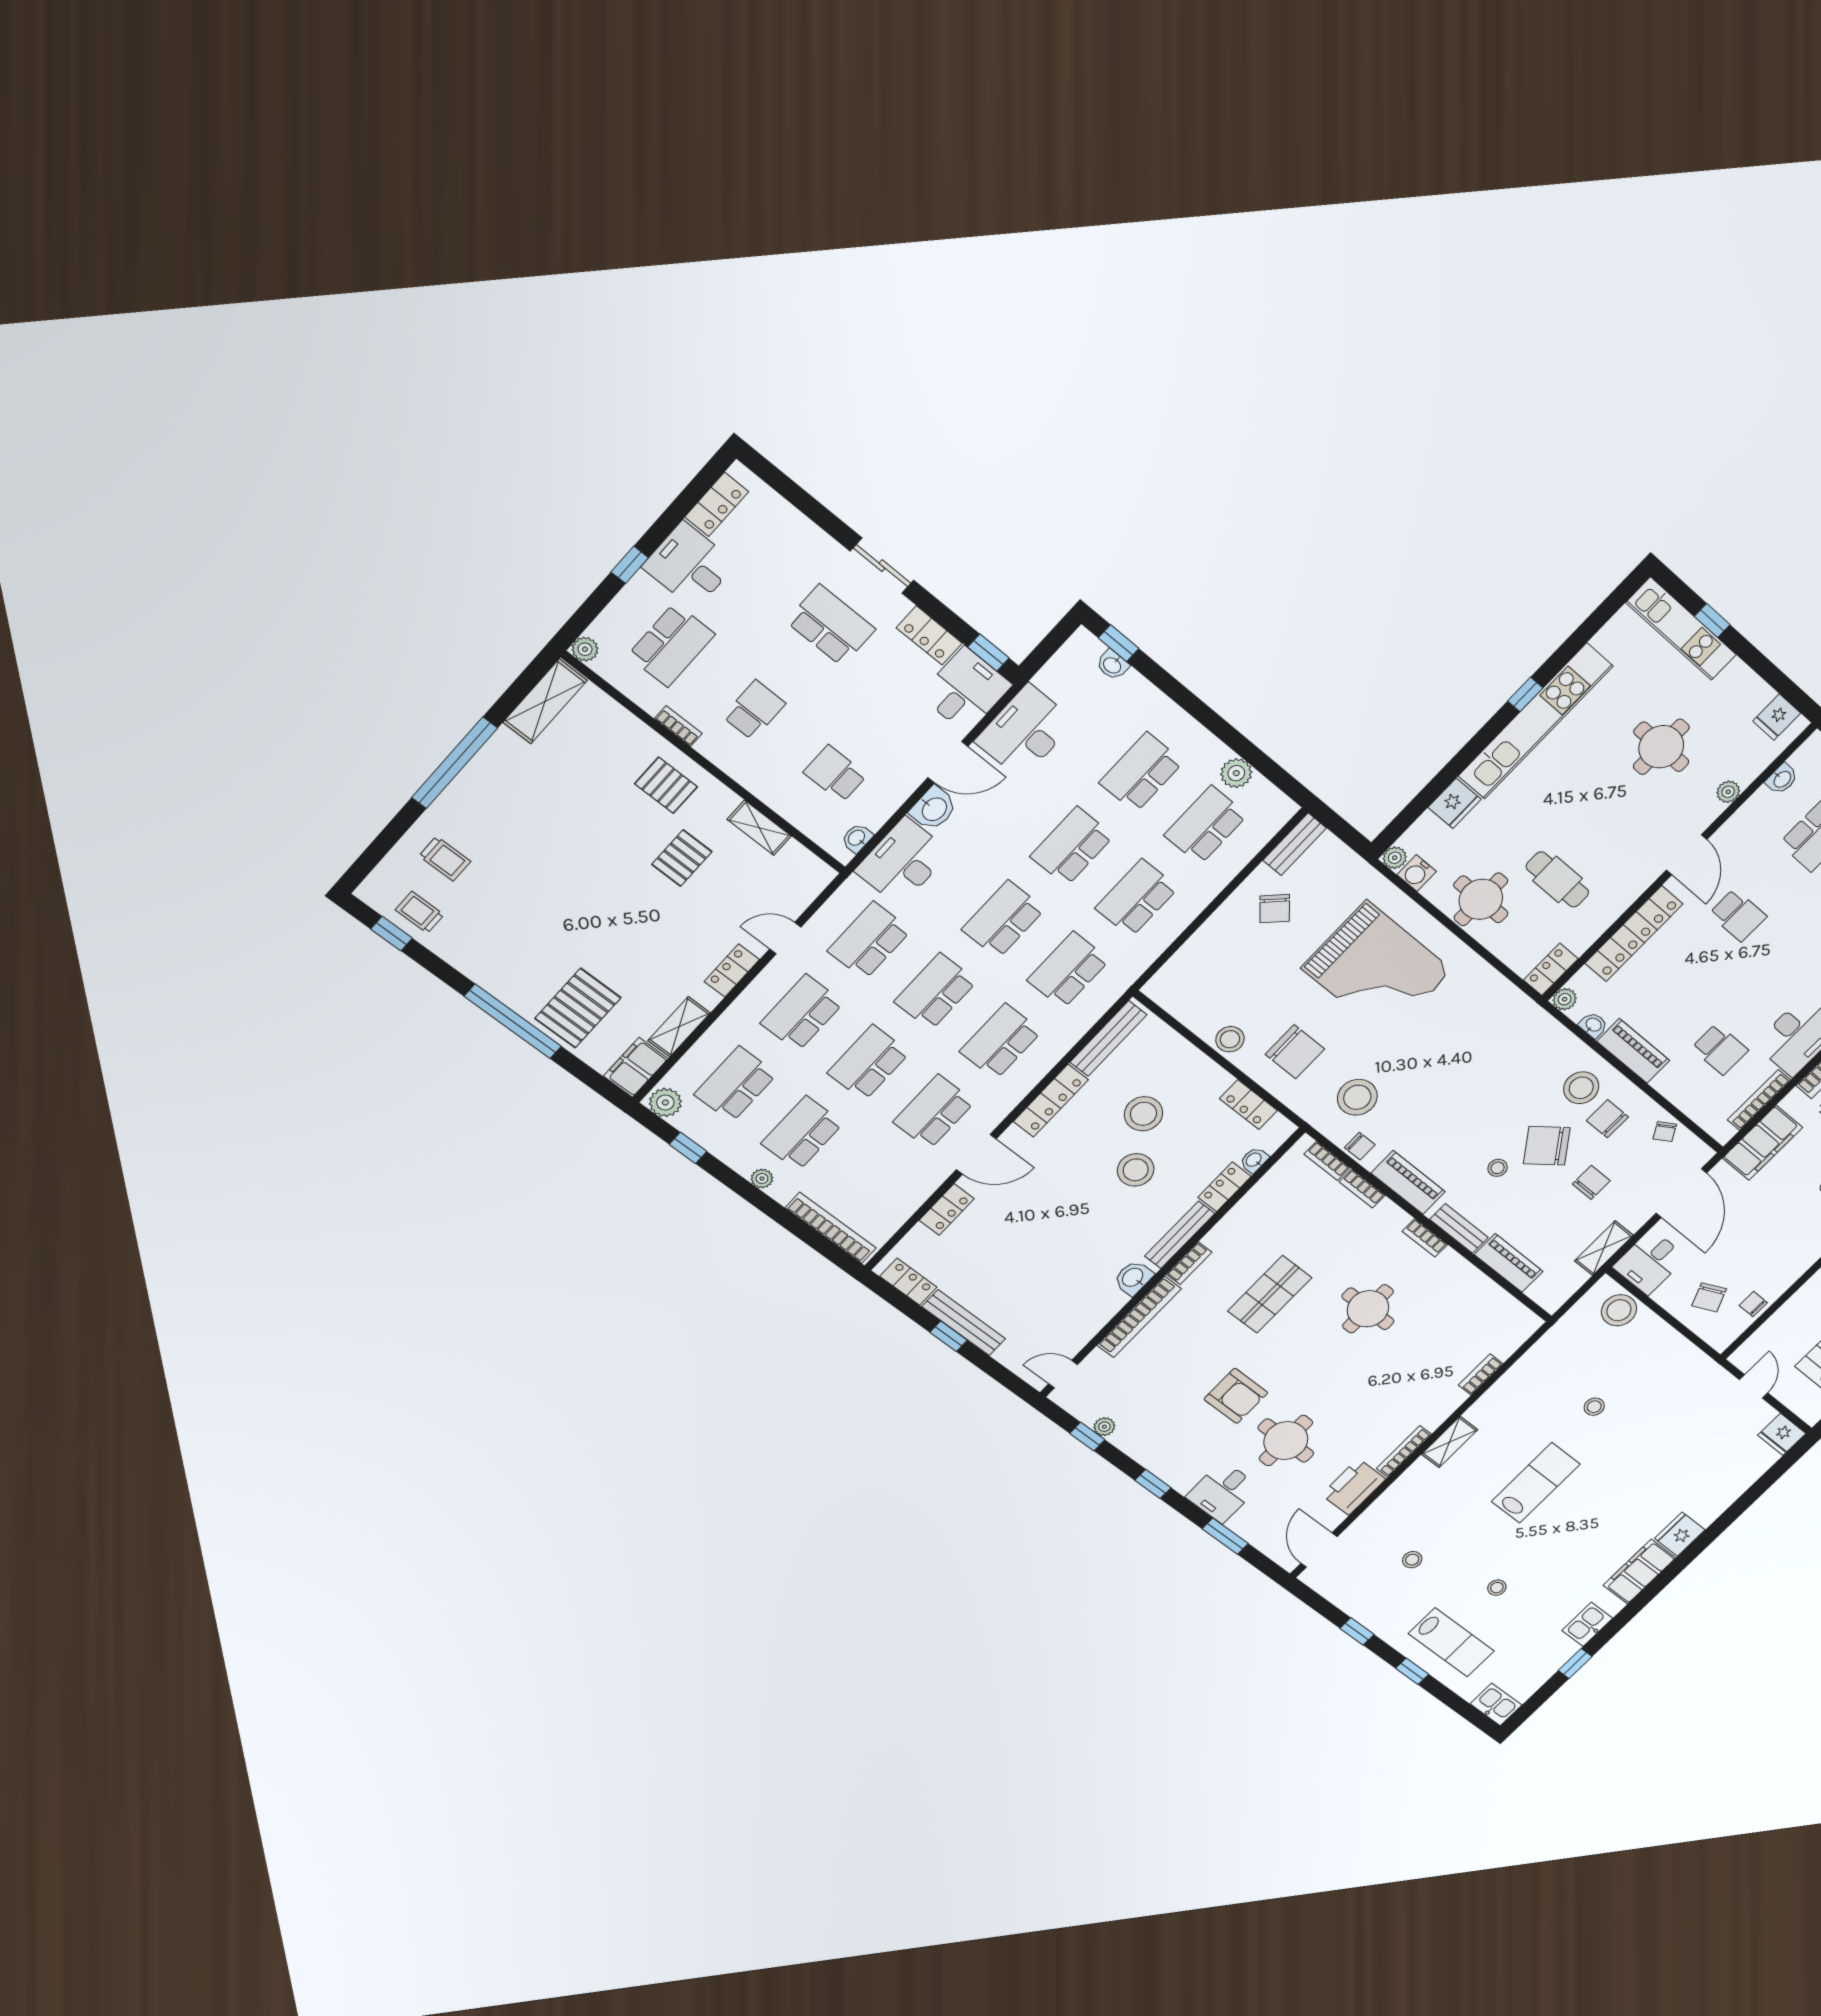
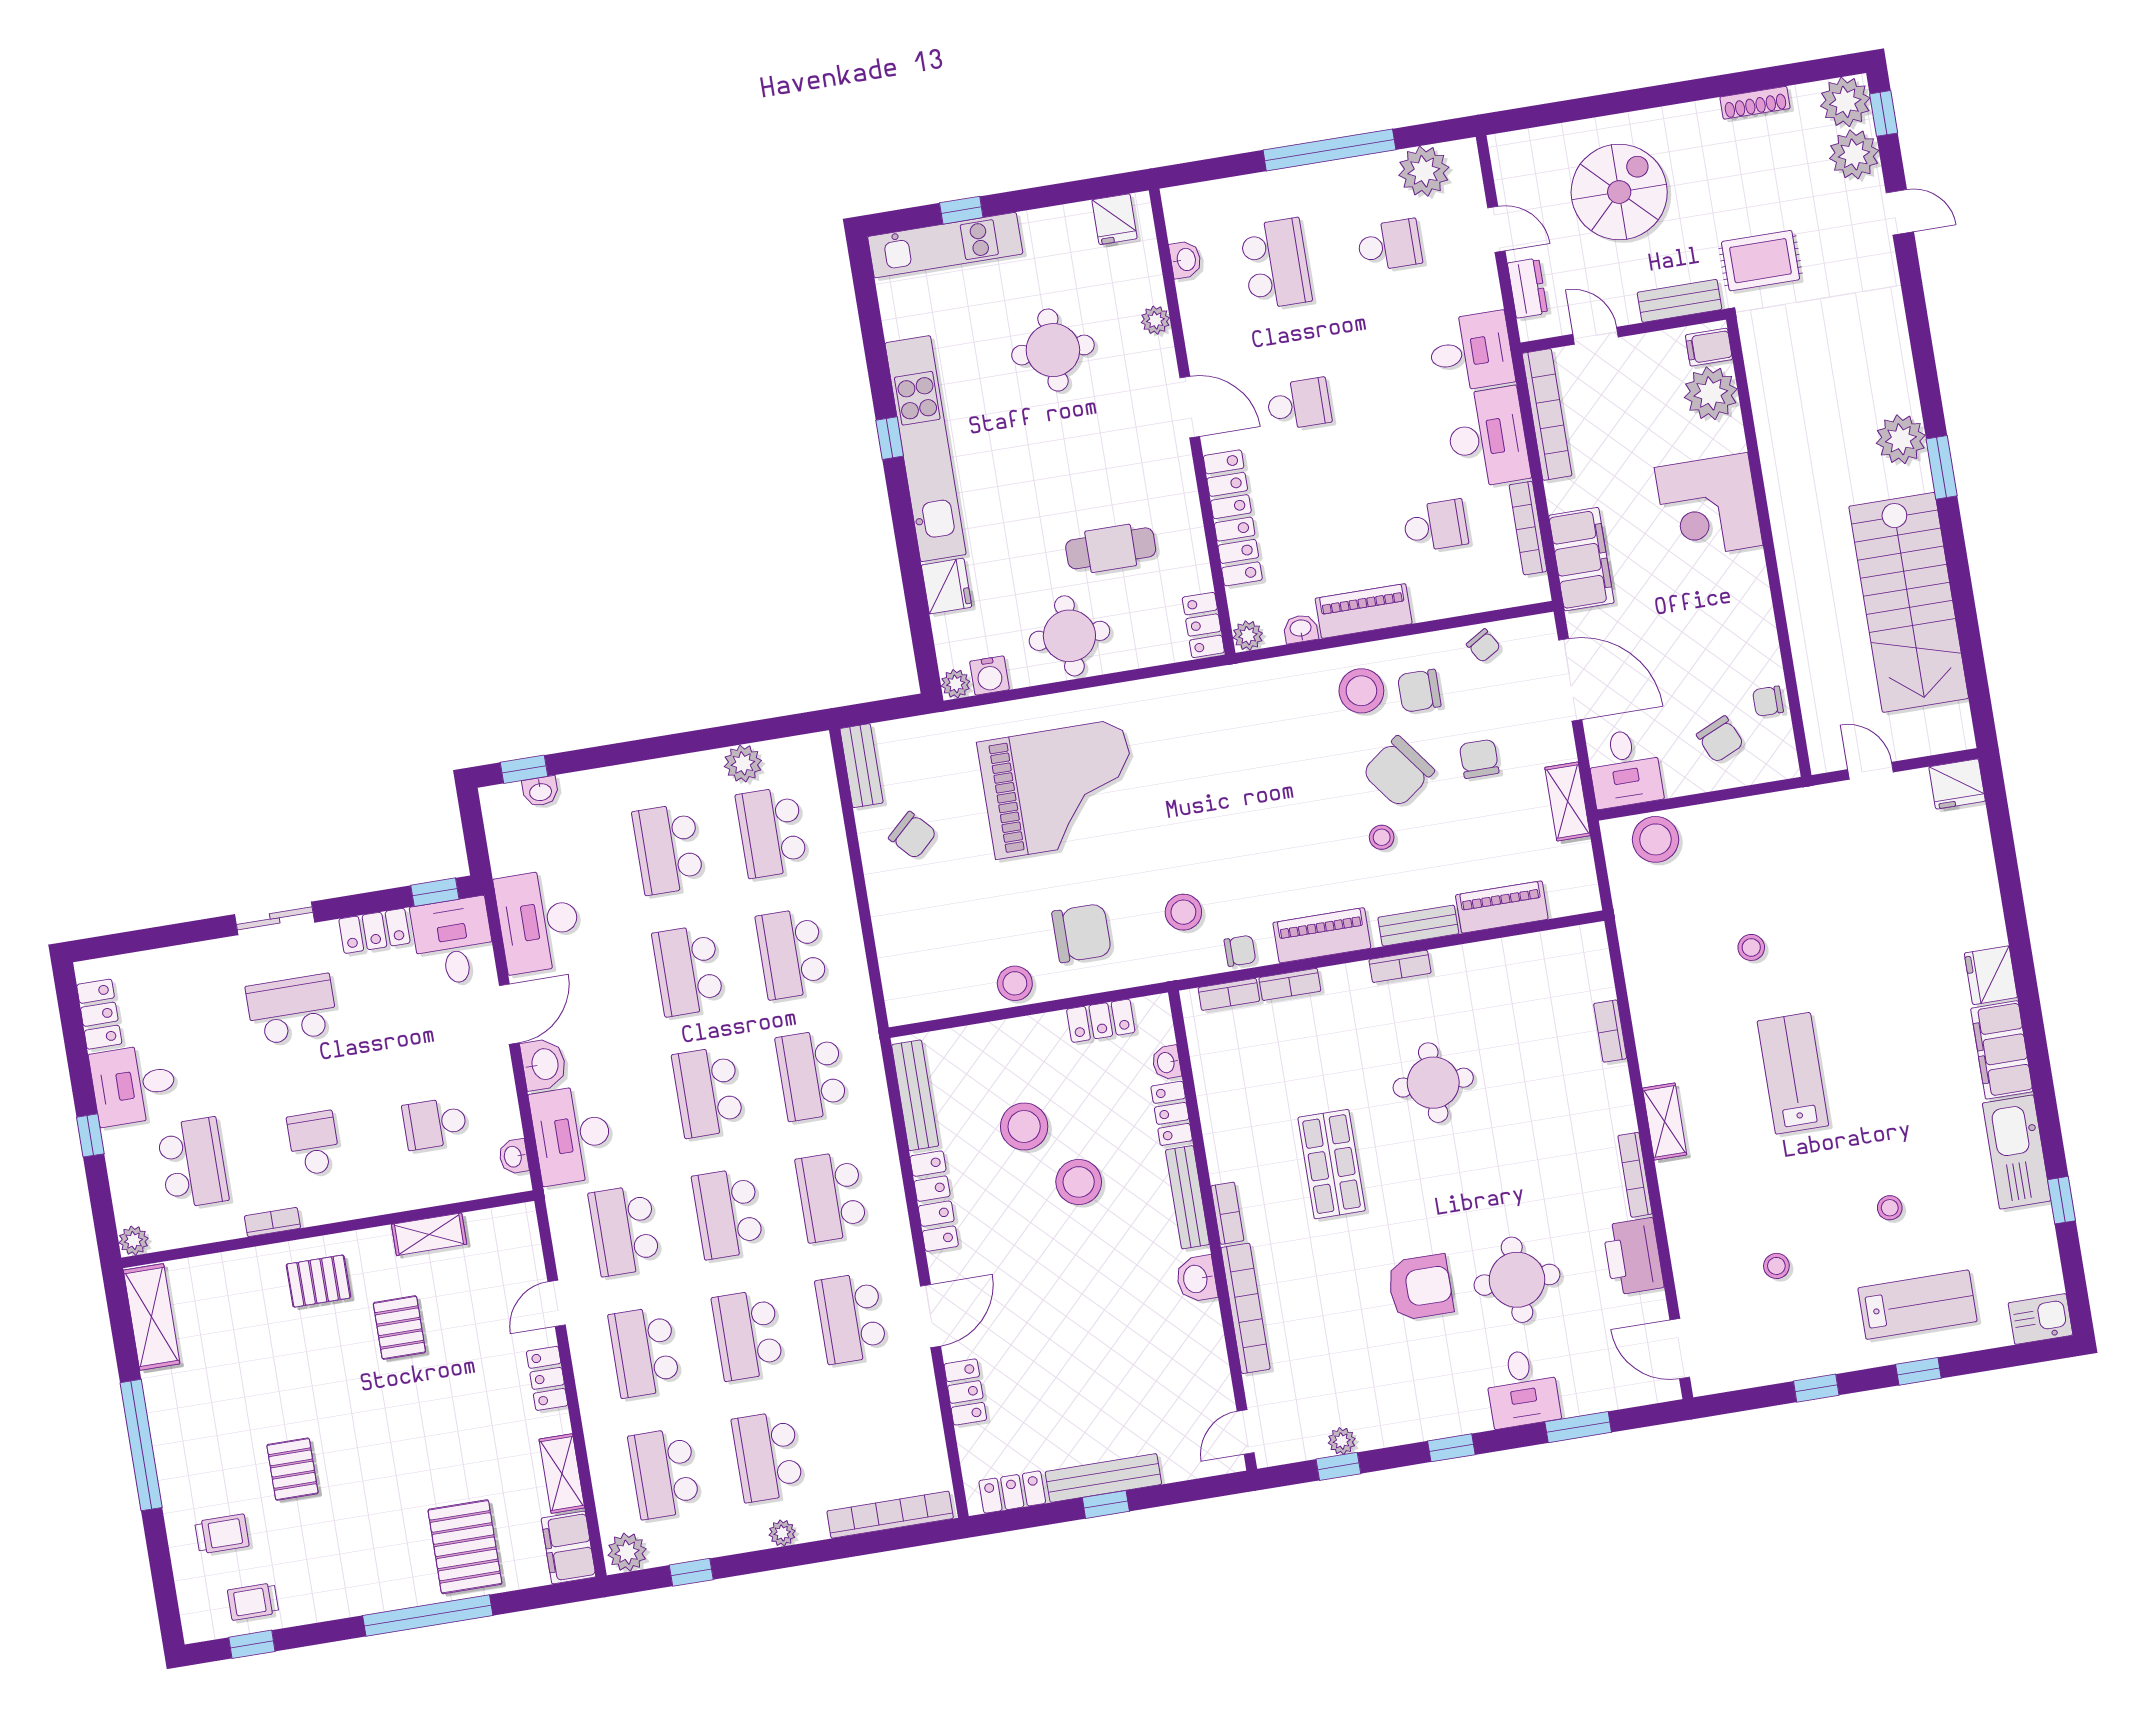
pallet: (528, 867) -> (292, 1469), added
stool: (1357, 1097) -> (1183, 912), width x0.73, depth x0.73
kitchen sink: (1587, 1624) -> (2017, 1152), width x1.87, depth x1.24

